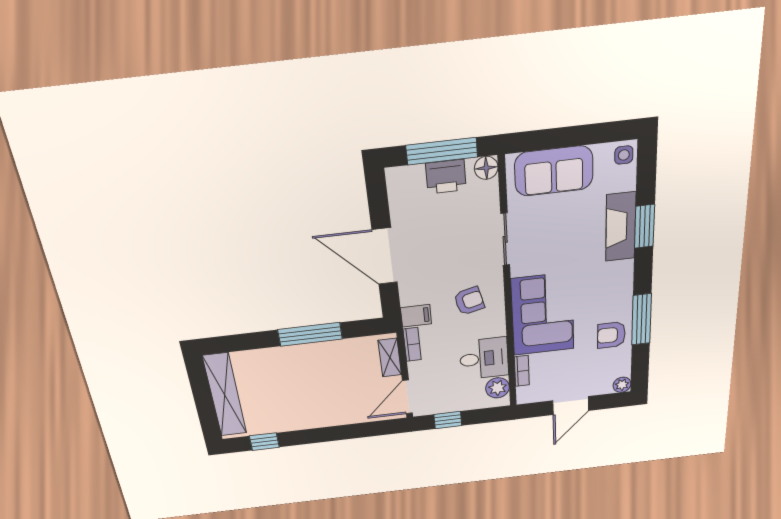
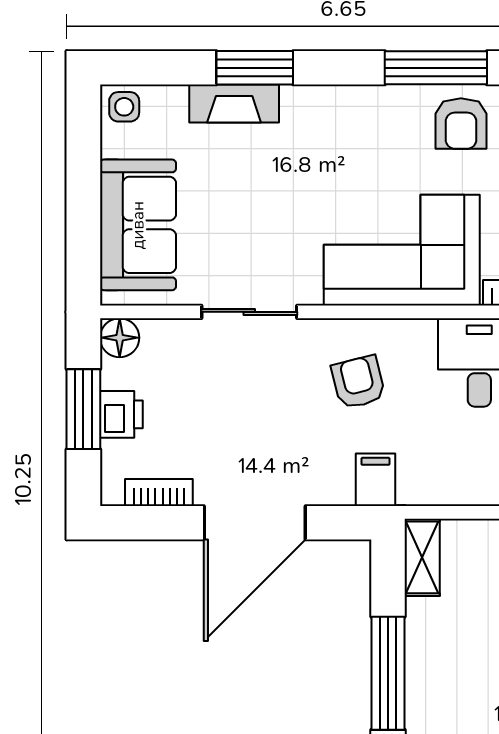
window: (442, 151) -> (83, 409), width x0.69
printer: (446, 177) -> (121, 414), width x0.73, depth x0.81
fireplace: (621, 227) -> (234, 104), width x0.73, depth x0.76
bookcase: (412, 344) -> (159, 492), moved
shelving: (390, 358) -> (422, 557), moved, turned 90

